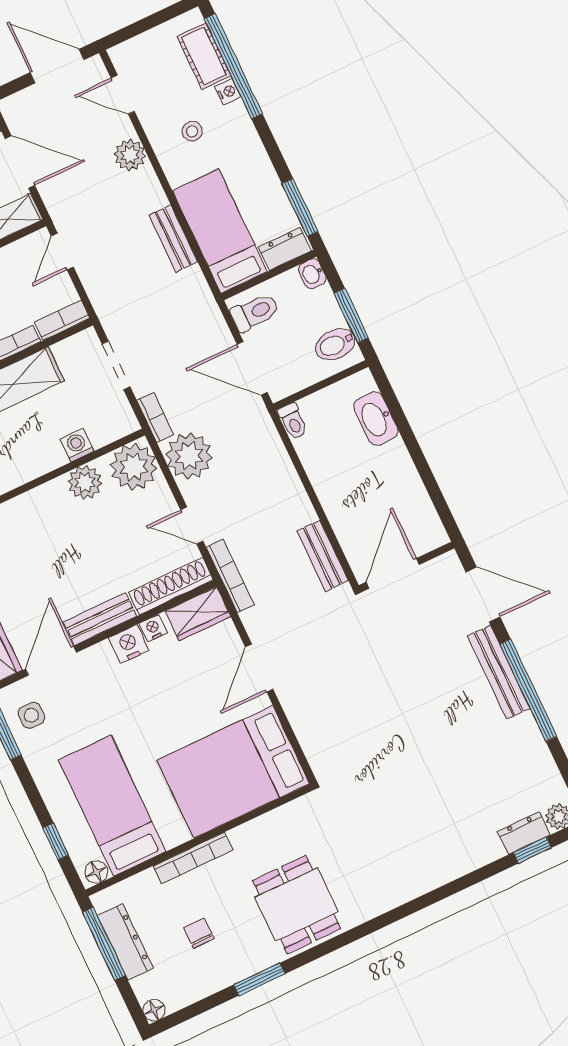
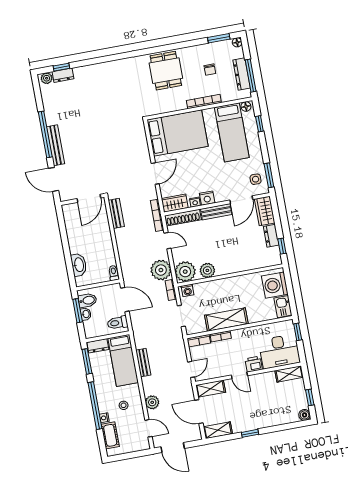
window: (233, 66) -> (95, 406), moved
washbasin: (312, 274) -> (86, 314), moved
washing machine: (77, 445) -> (187, 290), moved
window: (259, 979) -> (219, 38), moved

